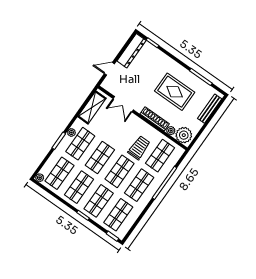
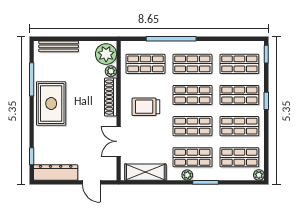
rug: (175, 92) -> (51, 104), moved
double door: (123, 104) -> (119, 141), swing flipped
trolley: (139, 148) -> (146, 107), moved

